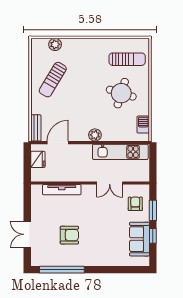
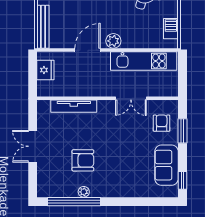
bench: (36, 128) -> (43, 27), width x1.36
door: (58, 143) -> (87, 50), moved
double door: (27, 234) -> (33, 146), moved
window: (153, 236) -> (182, 180), moved
plant: (70, 261) -> (84, 192), added

